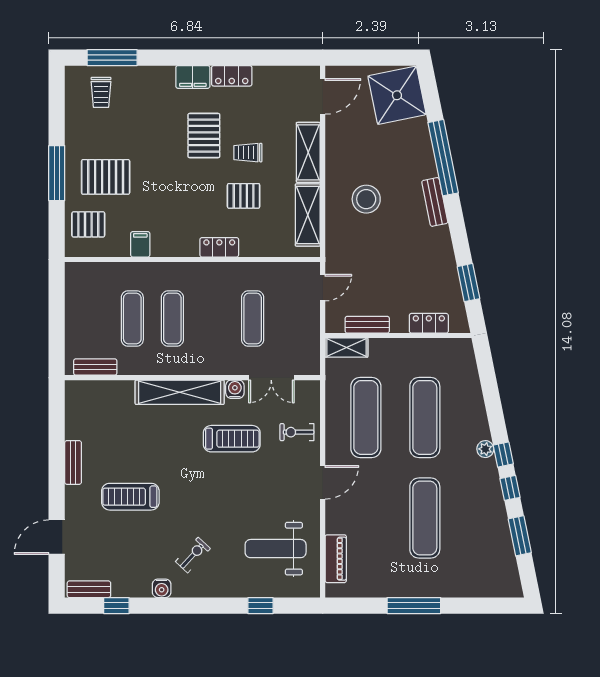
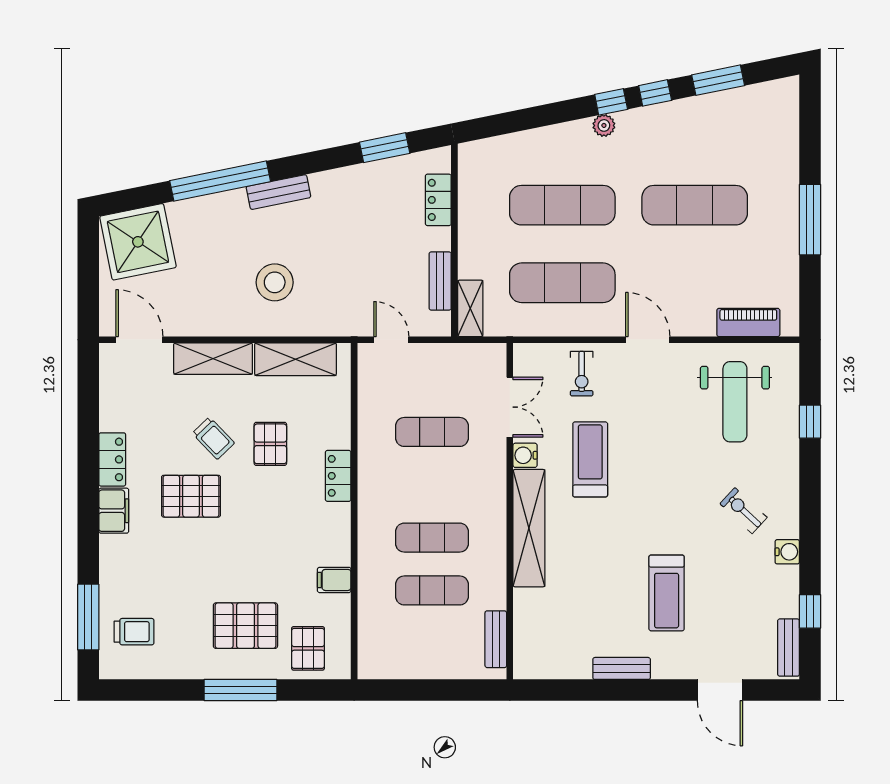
trolley: (248, 153) -> (213, 438), turned -44
pallet: (106, 177) -> (245, 626), turned 90

